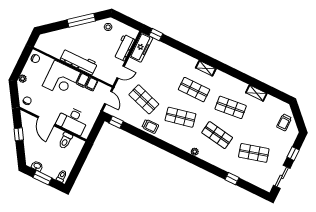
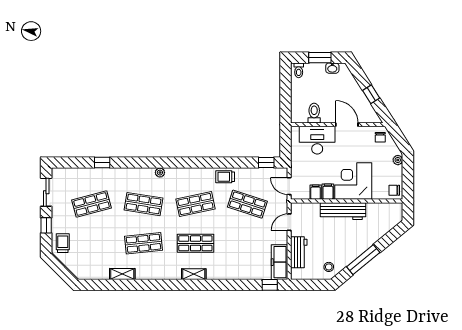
trolley: (284, 122) -> (63, 243), moved

